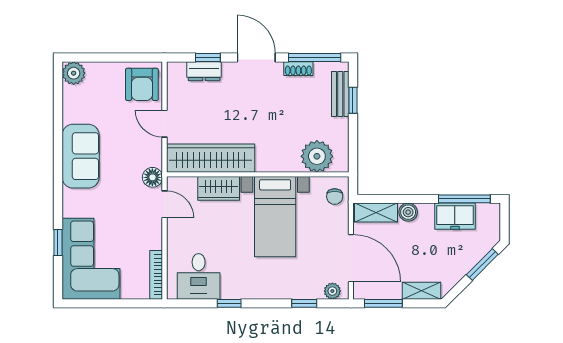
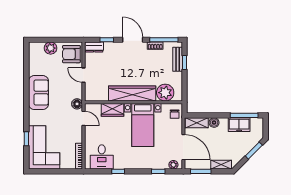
dresser: (204, 71) -> (94, 47), moved
plant: (74, 73) -> (51, 48), moved
armchair: (142, 84) -> (71, 54), turned 90
wardrobe: (211, 158) -> (132, 94), moved

